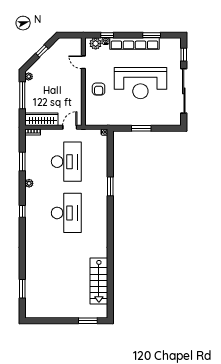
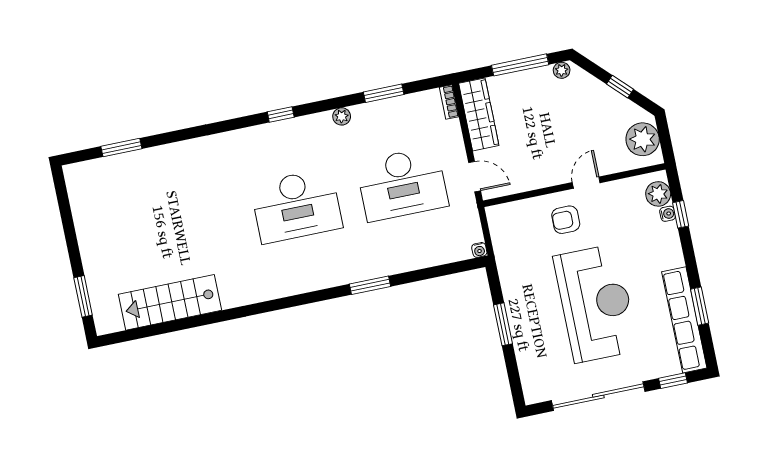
row of seats: (135, 44) -> (684, 320), moved
plant: (69, 46) -> (643, 139), added
door: (83, 62) -> (586, 183), moved
reception desk: (140, 83) -> (596, 303), turned 180

